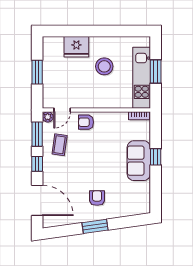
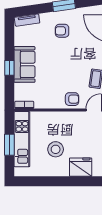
armchair: (97, 198) -> (62, 31), turned 90
tv unit: (136, 210) -> (27, 20), added

